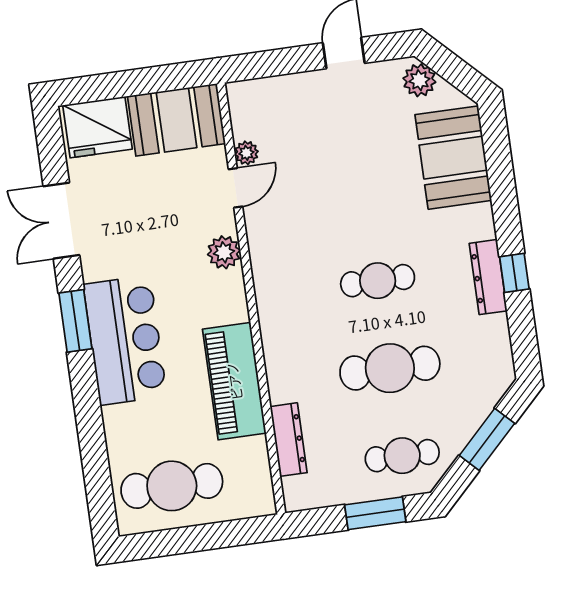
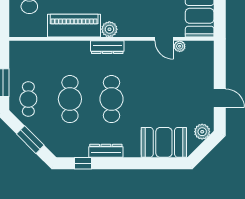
plant: (224, 252) -> (109, 29), moved
window: (514, 273) -> (83, 163), moved
cafe table: (378, 281) -> (112, 99), width x1.37, depth x1.35
dresser: (289, 440) -> (107, 47), moved

